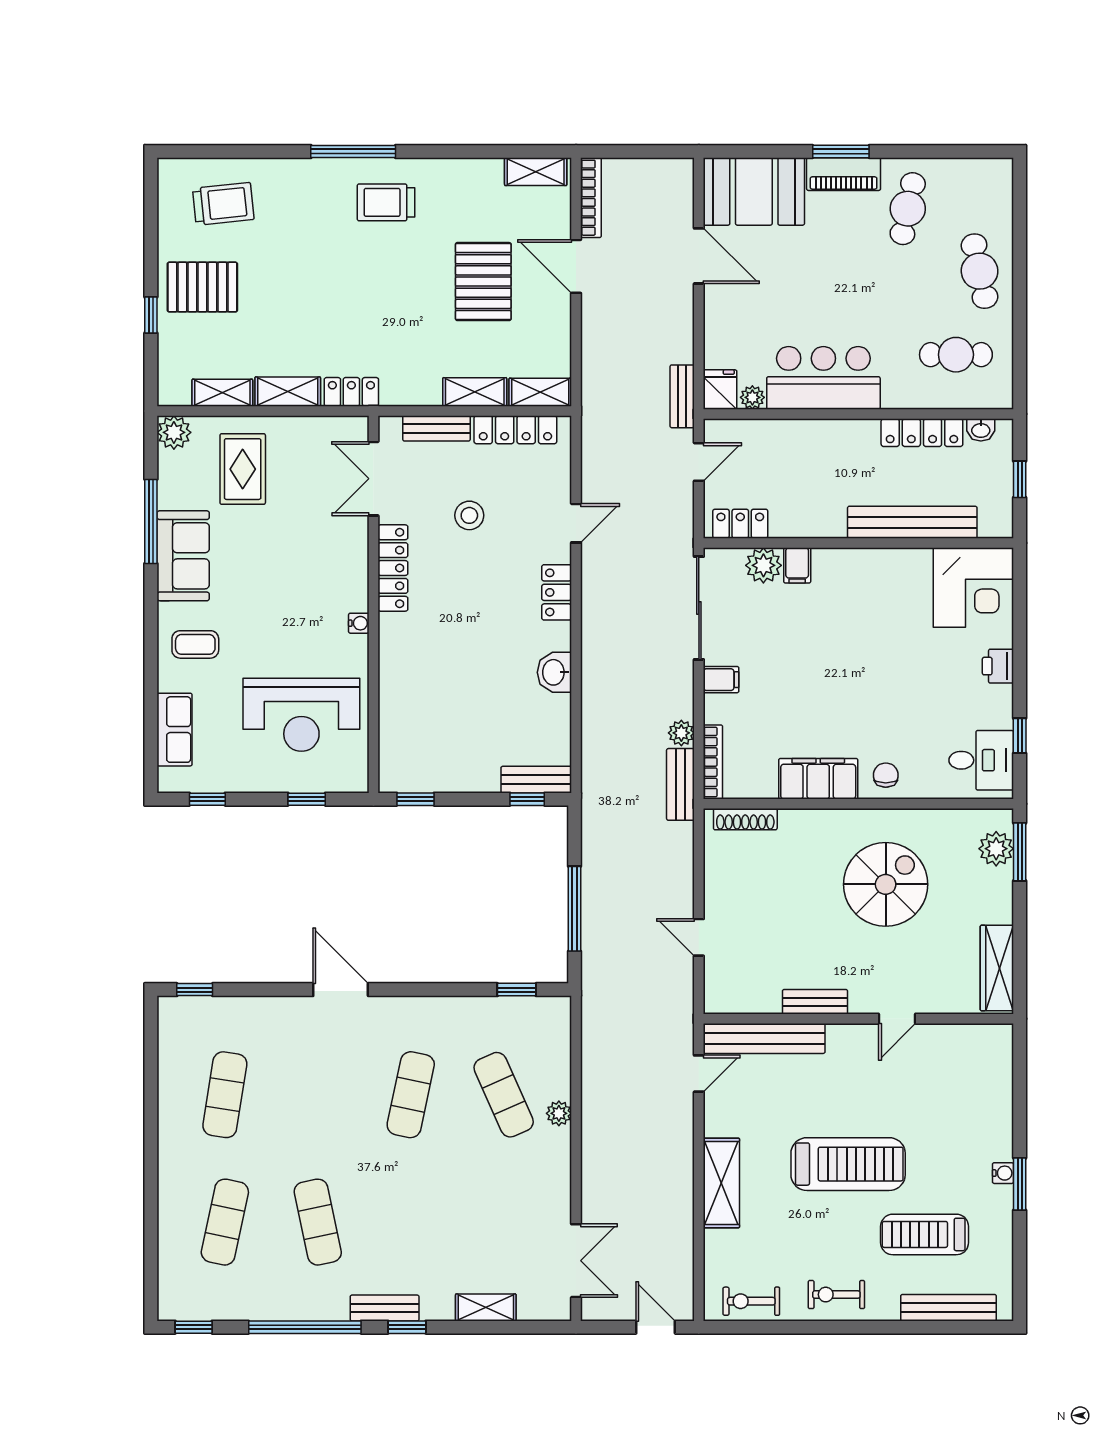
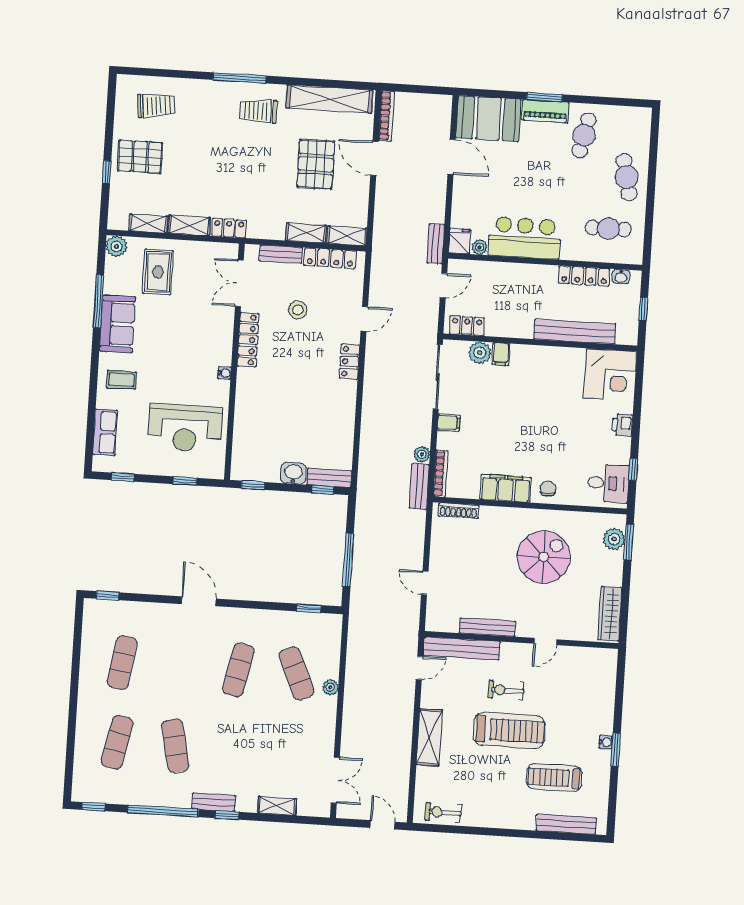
shelving: (536, 172) -> (329, 99), width x2.20, depth x1.33
washbasin: (554, 672) -> (293, 473), moved, turned 90
bench: (815, 1002) -> (487, 627), width x1.36
exercise bike: (836, 1295) -> (506, 690), moved

